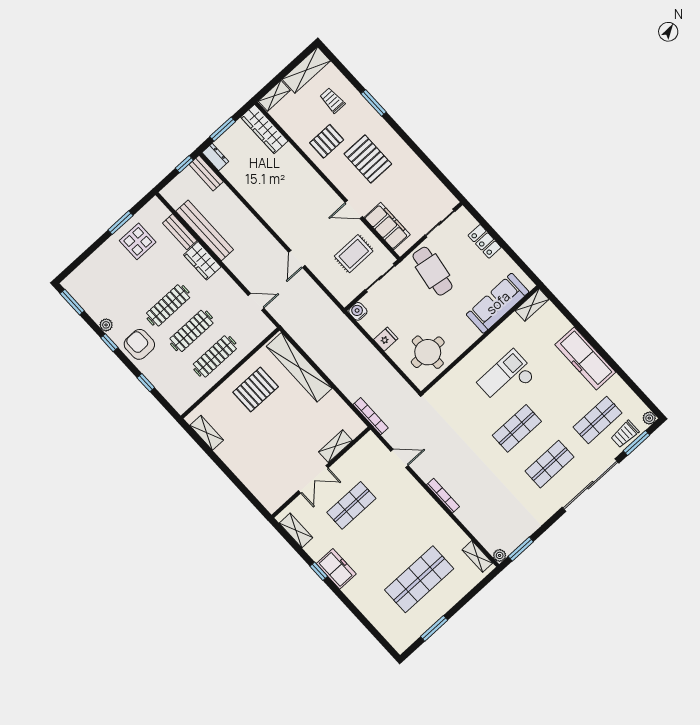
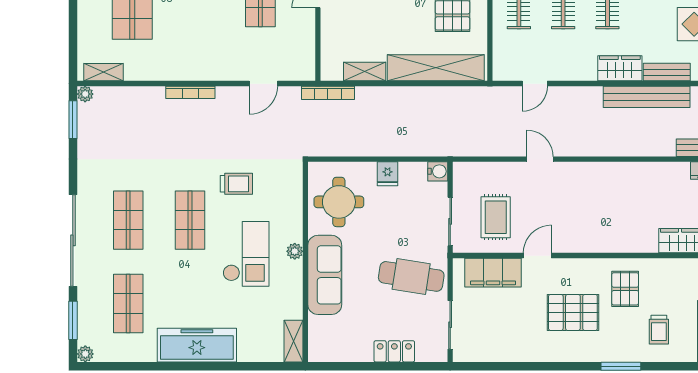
trolley: (332, 100) -> (659, 330), turned 90
sofa: (498, 303) -> (325, 275), moved
plant: (480, 352) -> (295, 251), added
trolley: (625, 434) -> (236, 184), moved, turned 90
shelving: (336, 446) -> (365, 72), moved, turned 90

